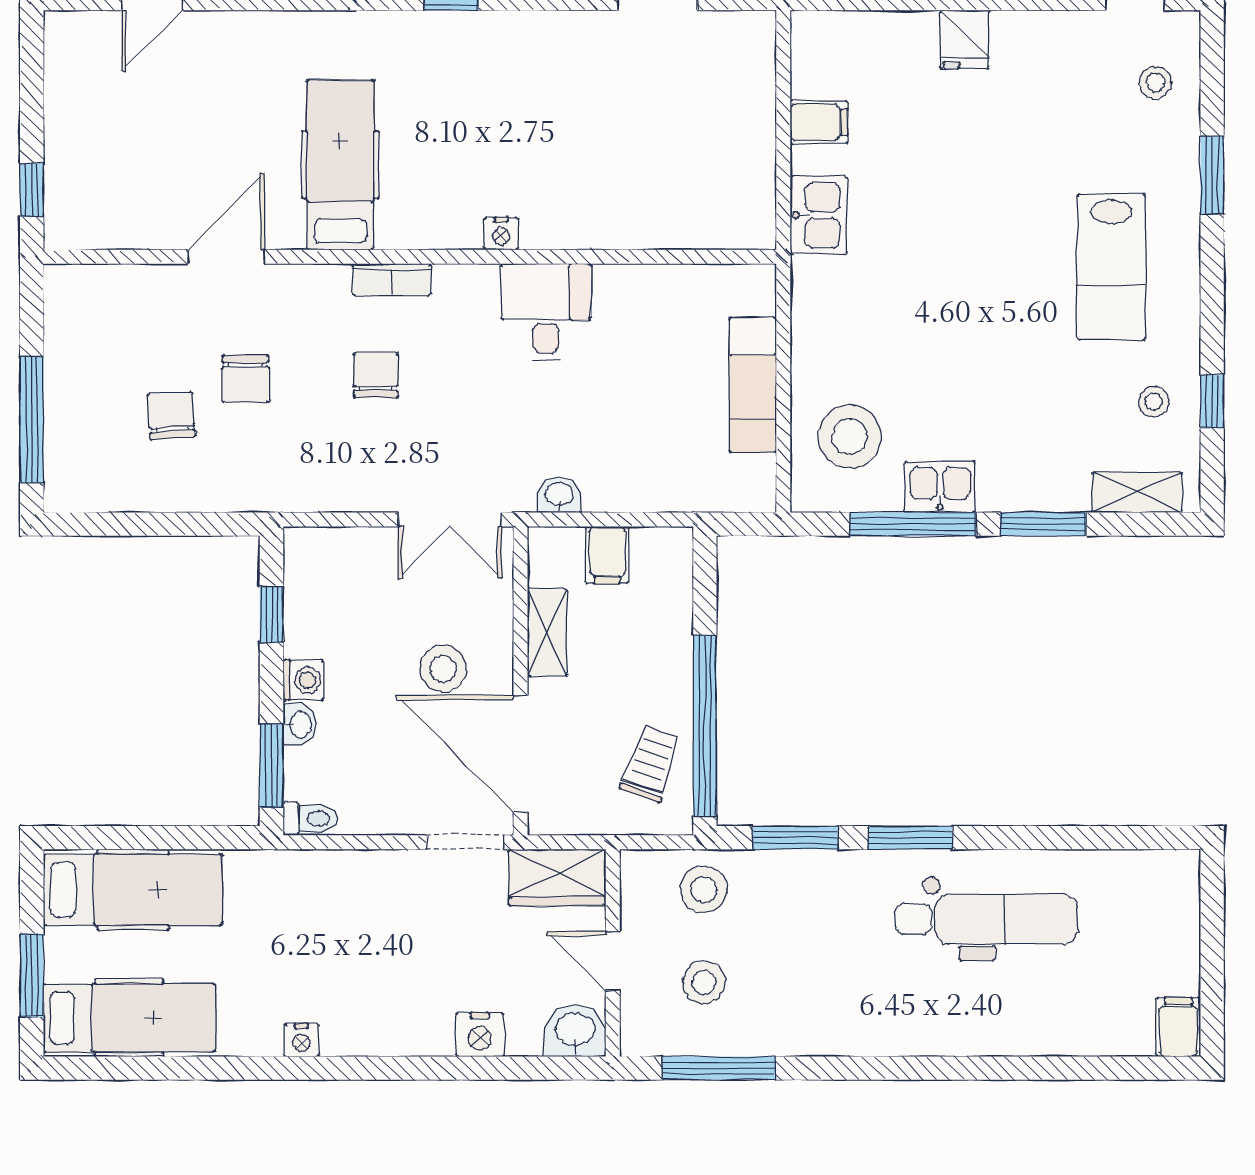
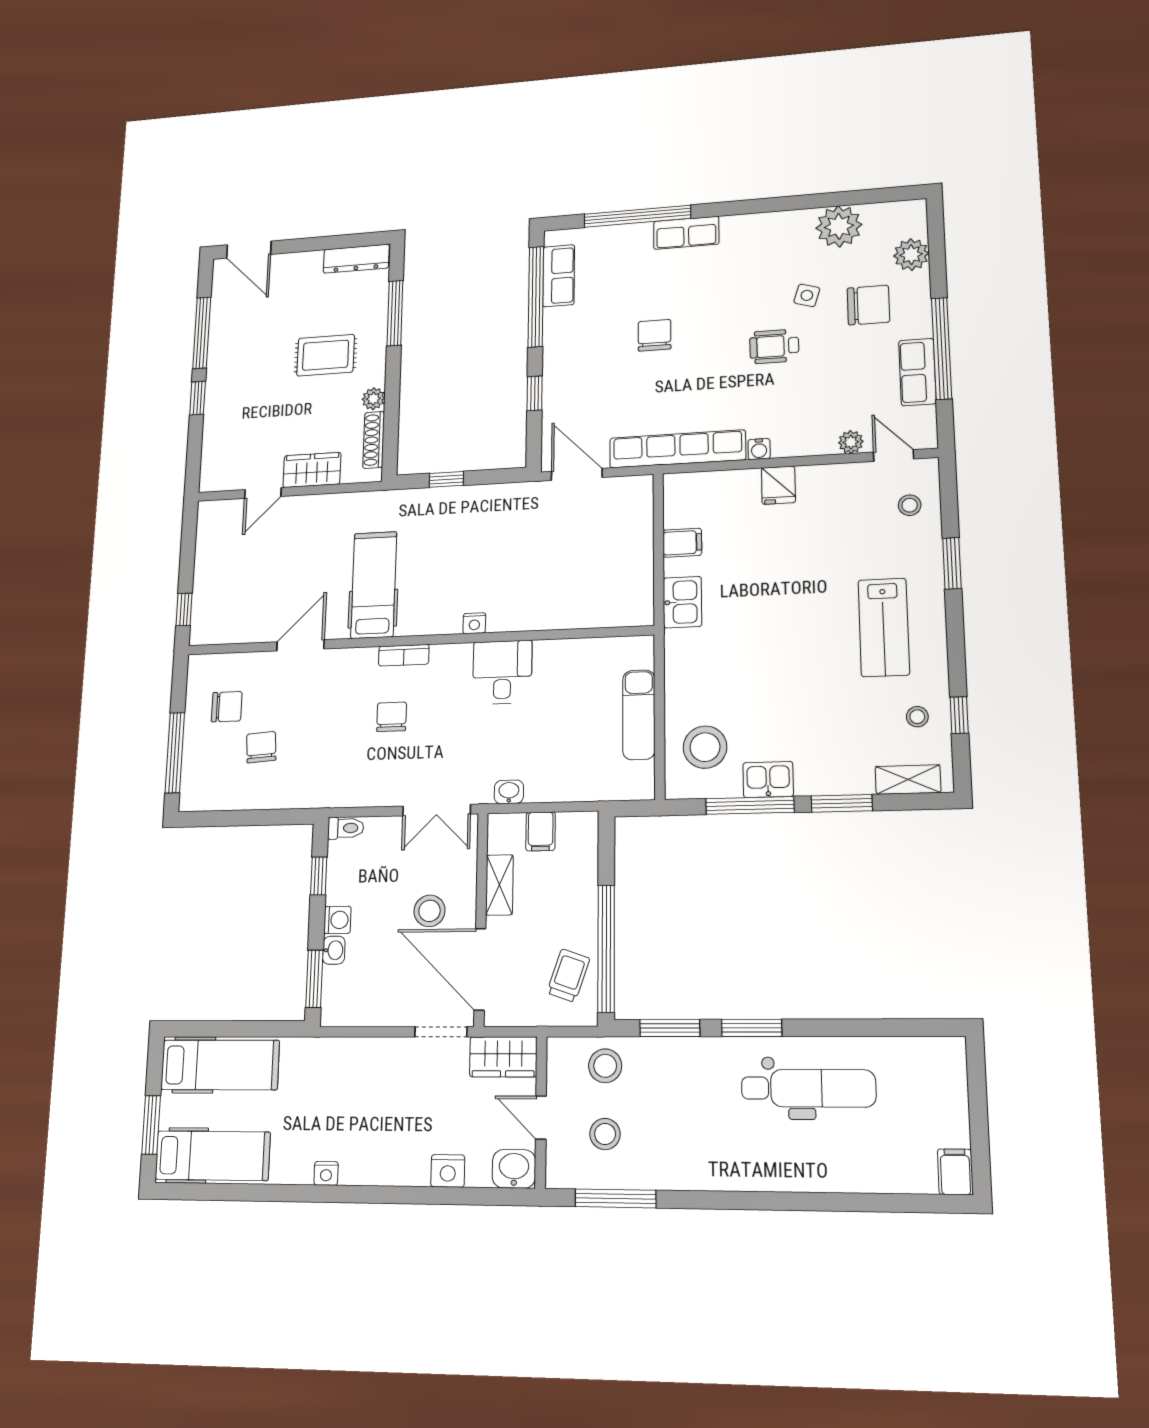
chair: (245, 379) -> (227, 707), moved, turned -90
toilet: (310, 819) -> (346, 828), moved

